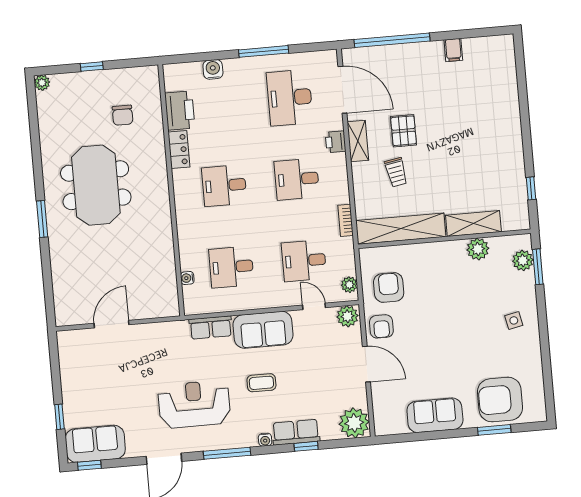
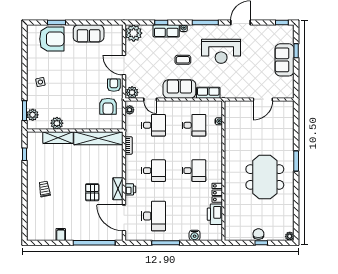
chair: (123, 115) -> (258, 234), moved
trolley: (396, 172) -> (44, 189), moved
sofa: (95, 444) -> (285, 60), moved, turned 90

